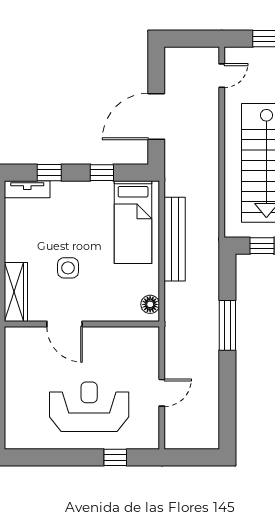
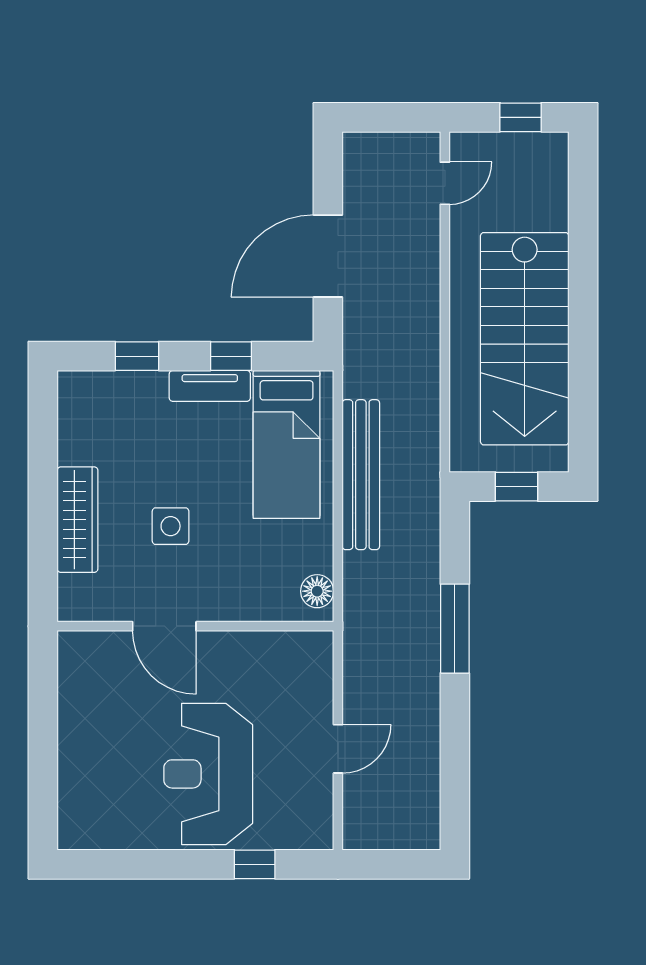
tv unit: (27, 189) -> (210, 386), moved
wardrobe: (16, 292) -> (78, 520), moved
reception desk: (89, 407) -> (208, 774), turned -90

